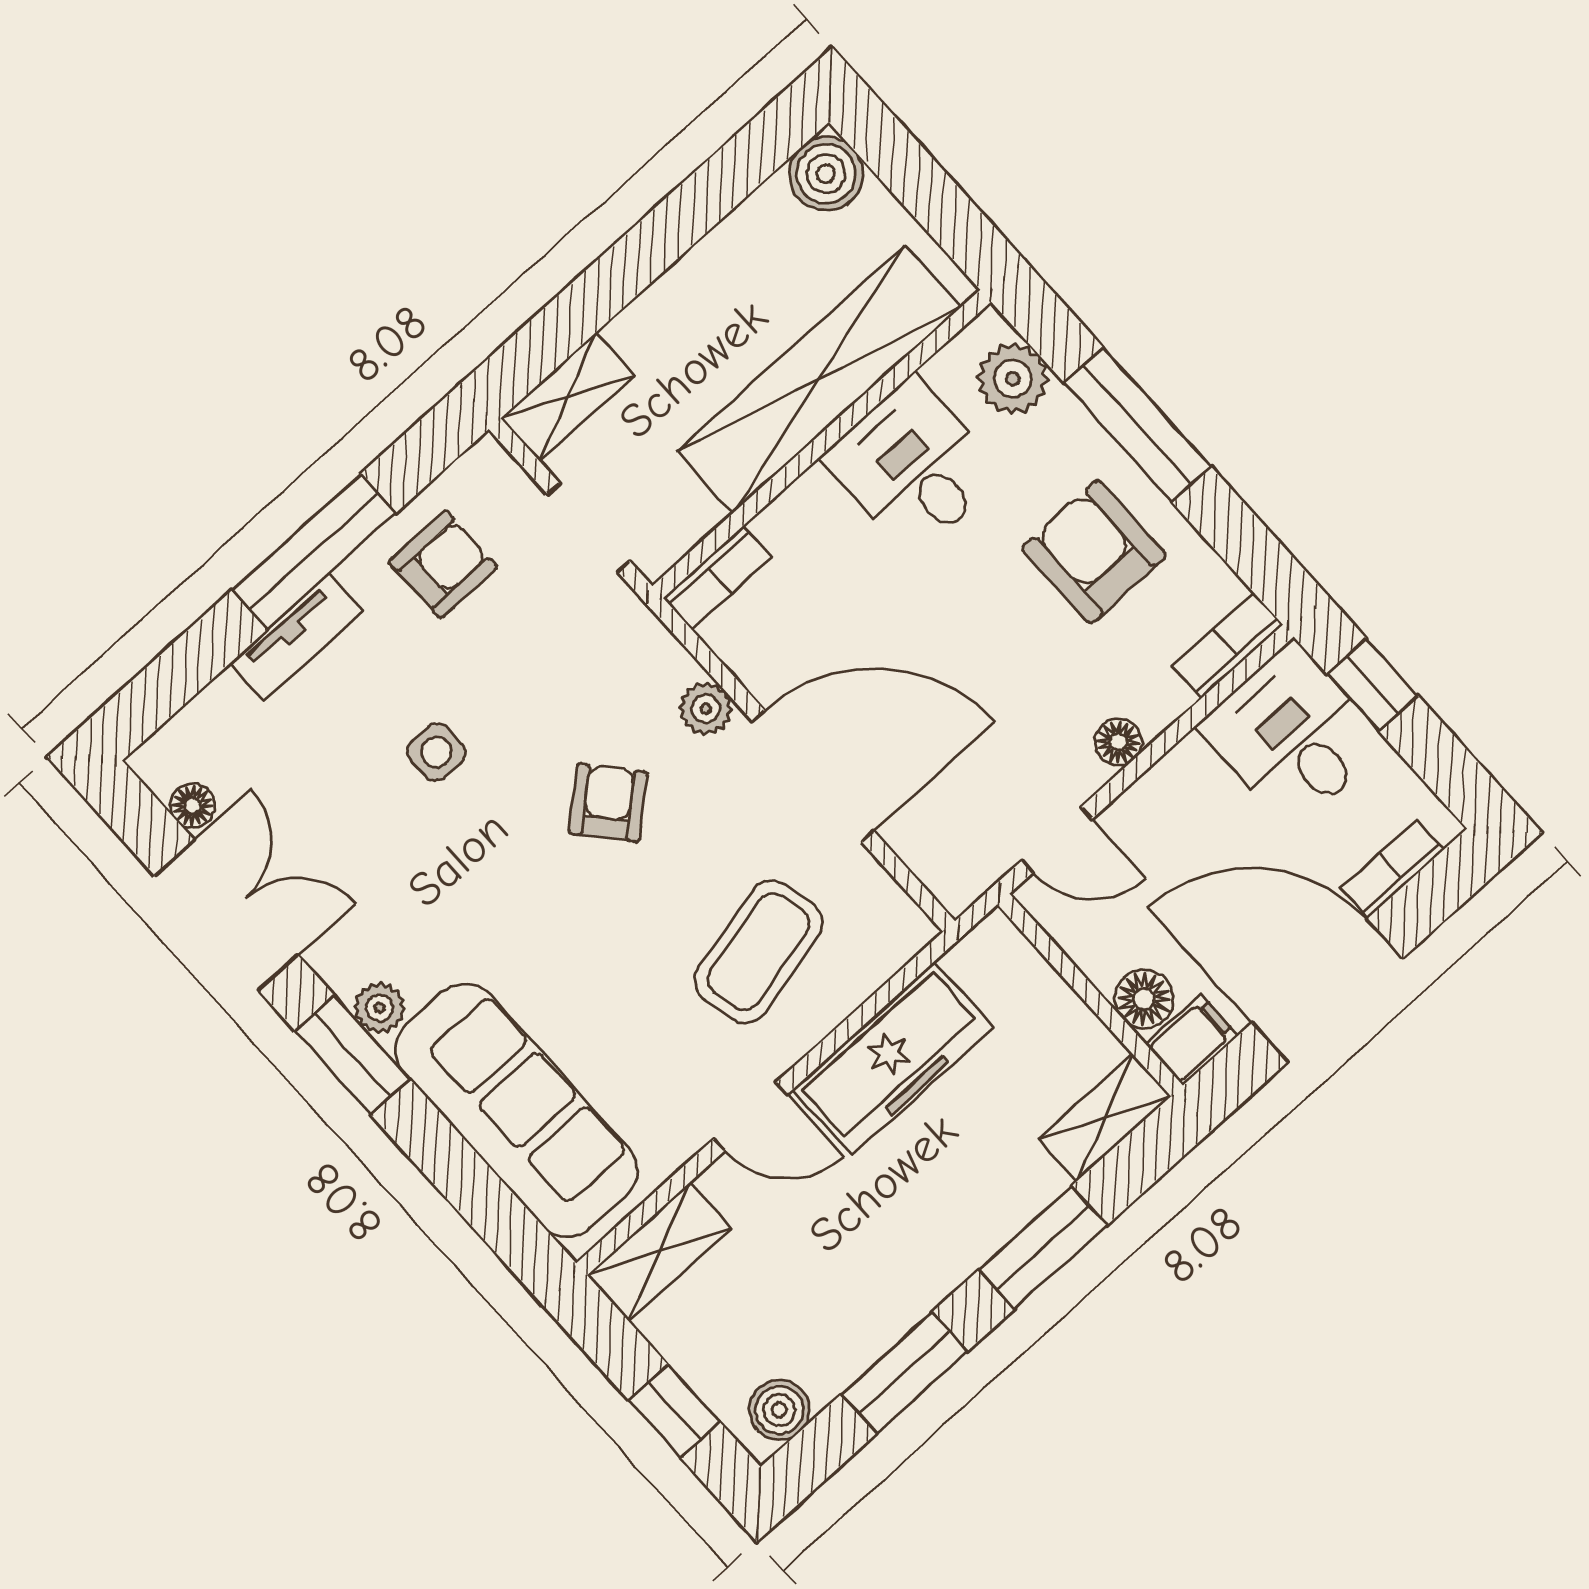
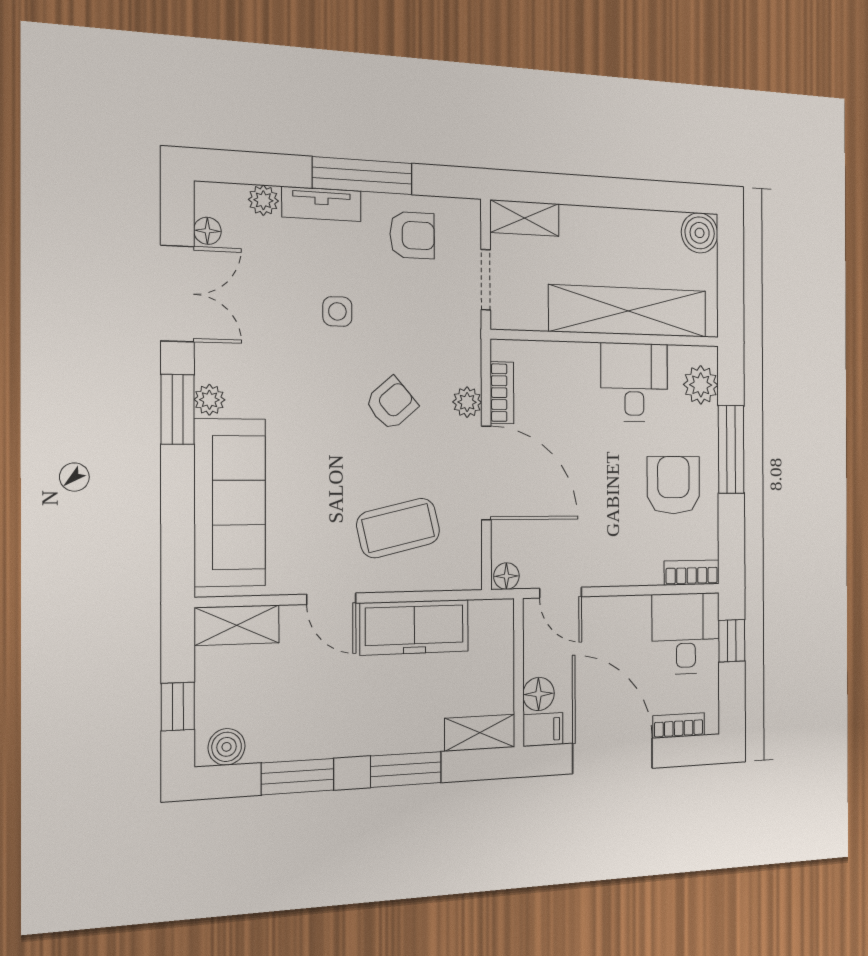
bookcase: (717, 578) -> (502, 393), moved, turned -90
plant: (224, 703) -> (263, 200), added
floor lamp: (1118, 742) -> (506, 576), moved

